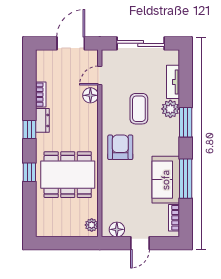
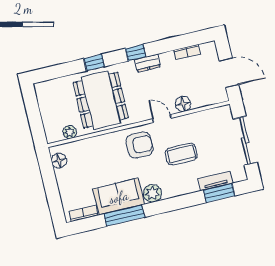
door: (100, 76) -> (162, 118), moved
bookcase: (41, 95) -> (187, 52), moved
plant: (170, 109) -> (152, 193), moved
window: (186, 122) -> (219, 193), moved
plant: (92, 225) -> (70, 132), moved
door: (140, 243) -> (51, 186), removed

